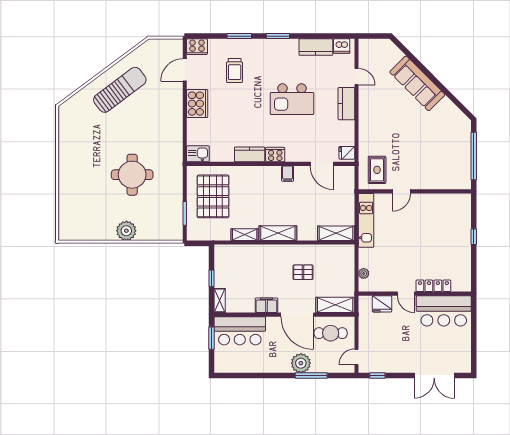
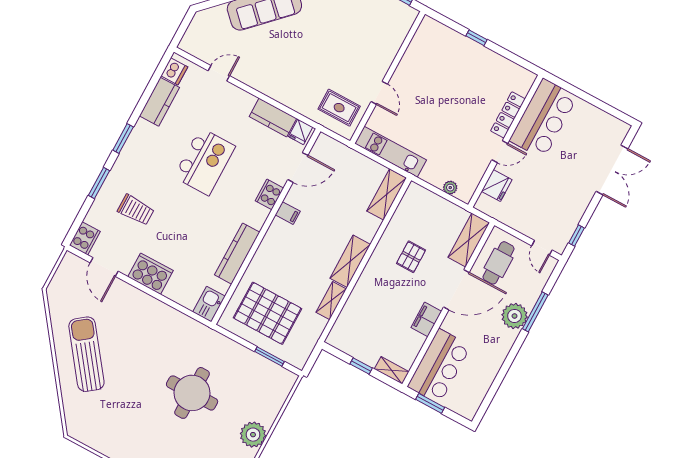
kitchen counter: (346, 104) -> (273, 117), moved
kitchen counter: (250, 154) -> (237, 254), width x1.50
cooker: (275, 155) -> (269, 194), moved

